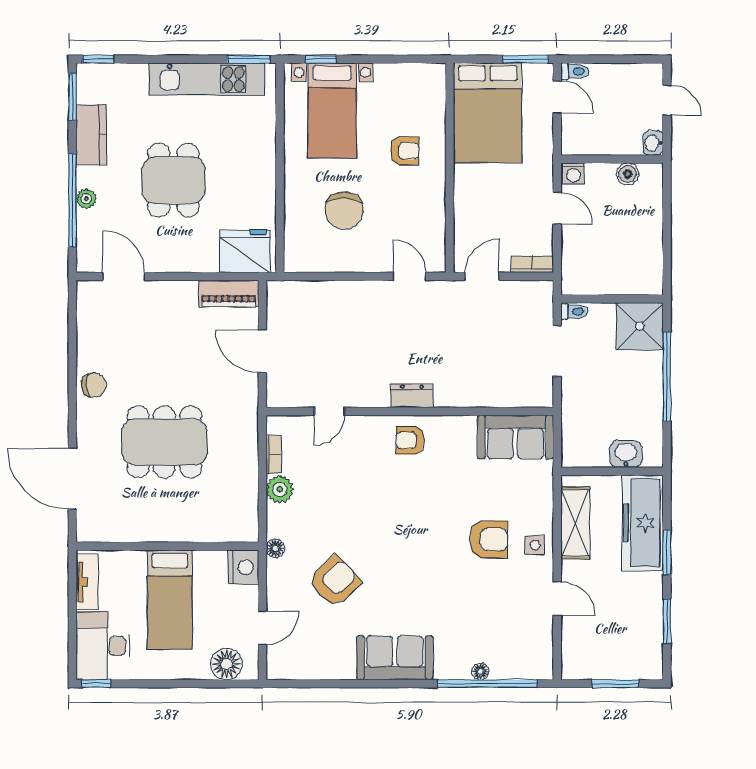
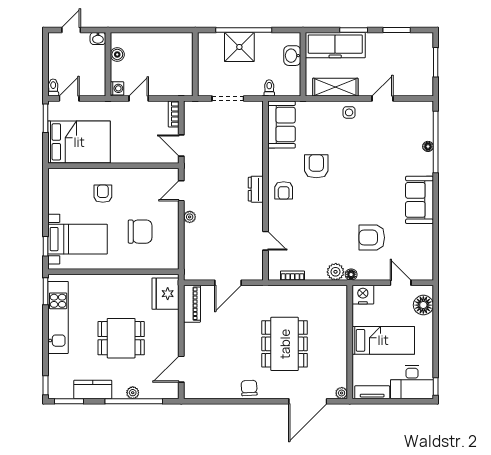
plant: (368, 290) -> (190, 217), added
toilet: (574, 312) -> (269, 88), moved
shower: (640, 326) -> (239, 47), moved
plant: (280, 489) -> (336, 272), moved
plant: (86, 533) -> (342, 393), added
armchair: (489, 539) -> (316, 166), moved
armchair: (335, 581) -> (372, 238), turned -46

